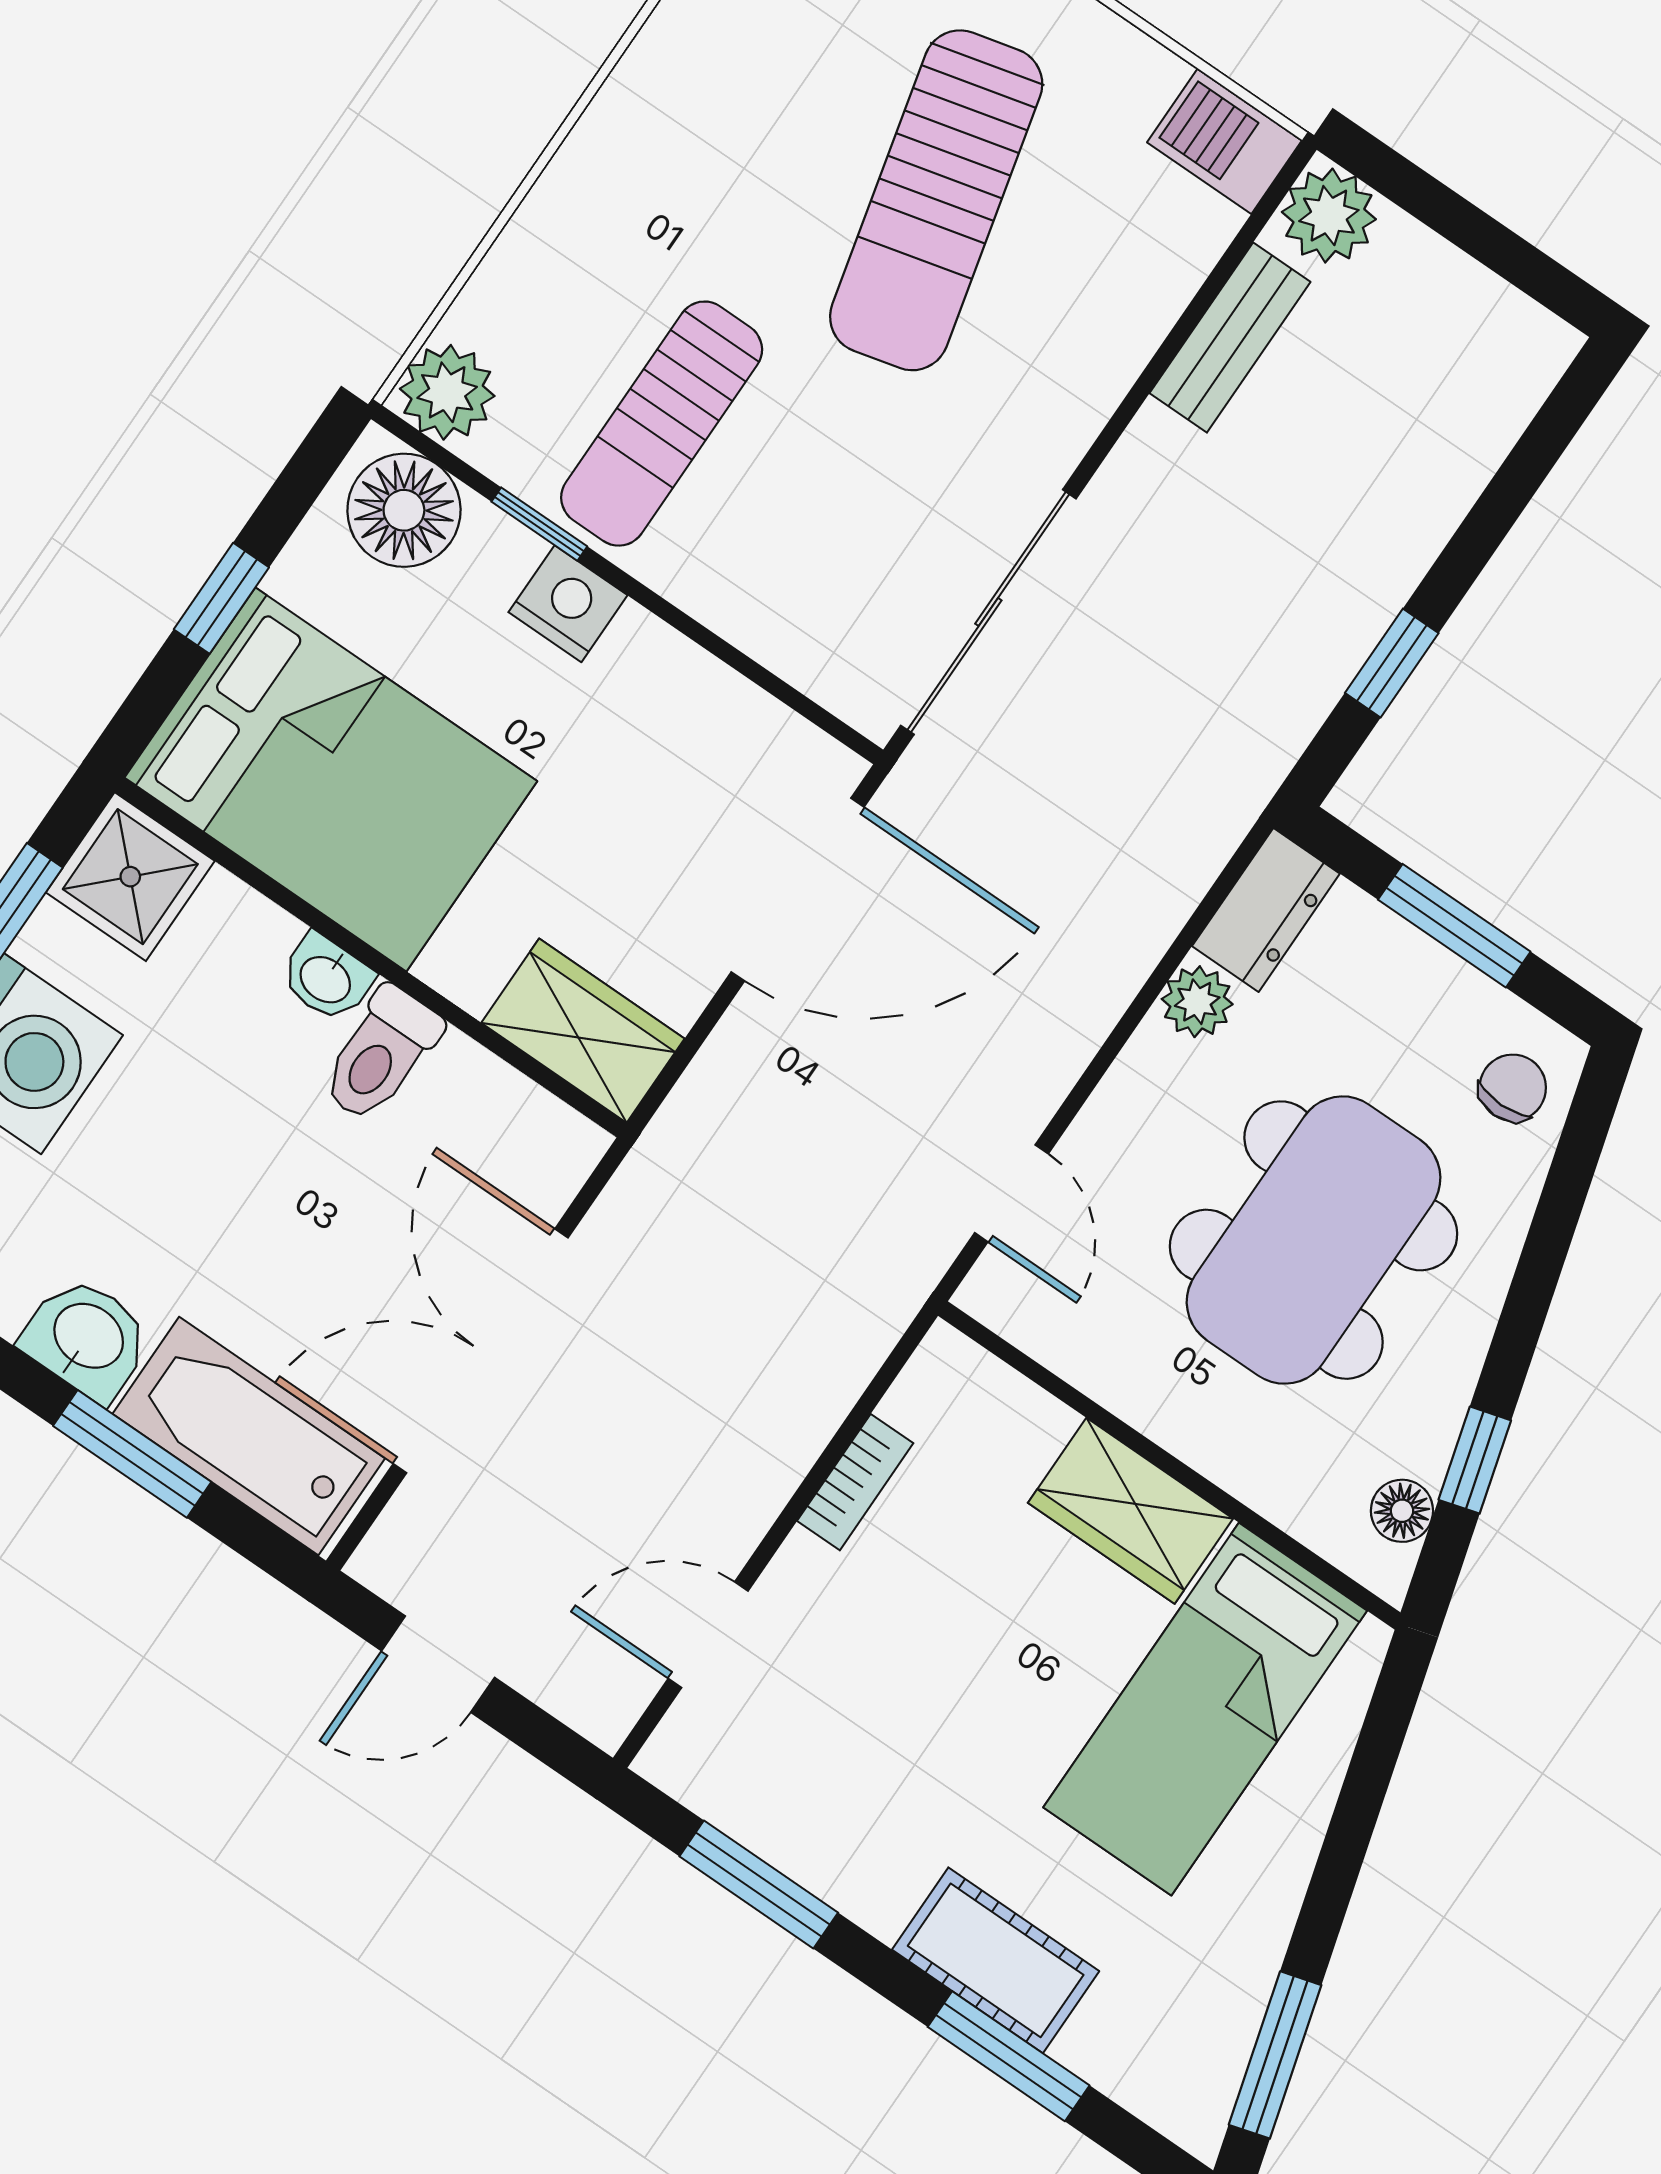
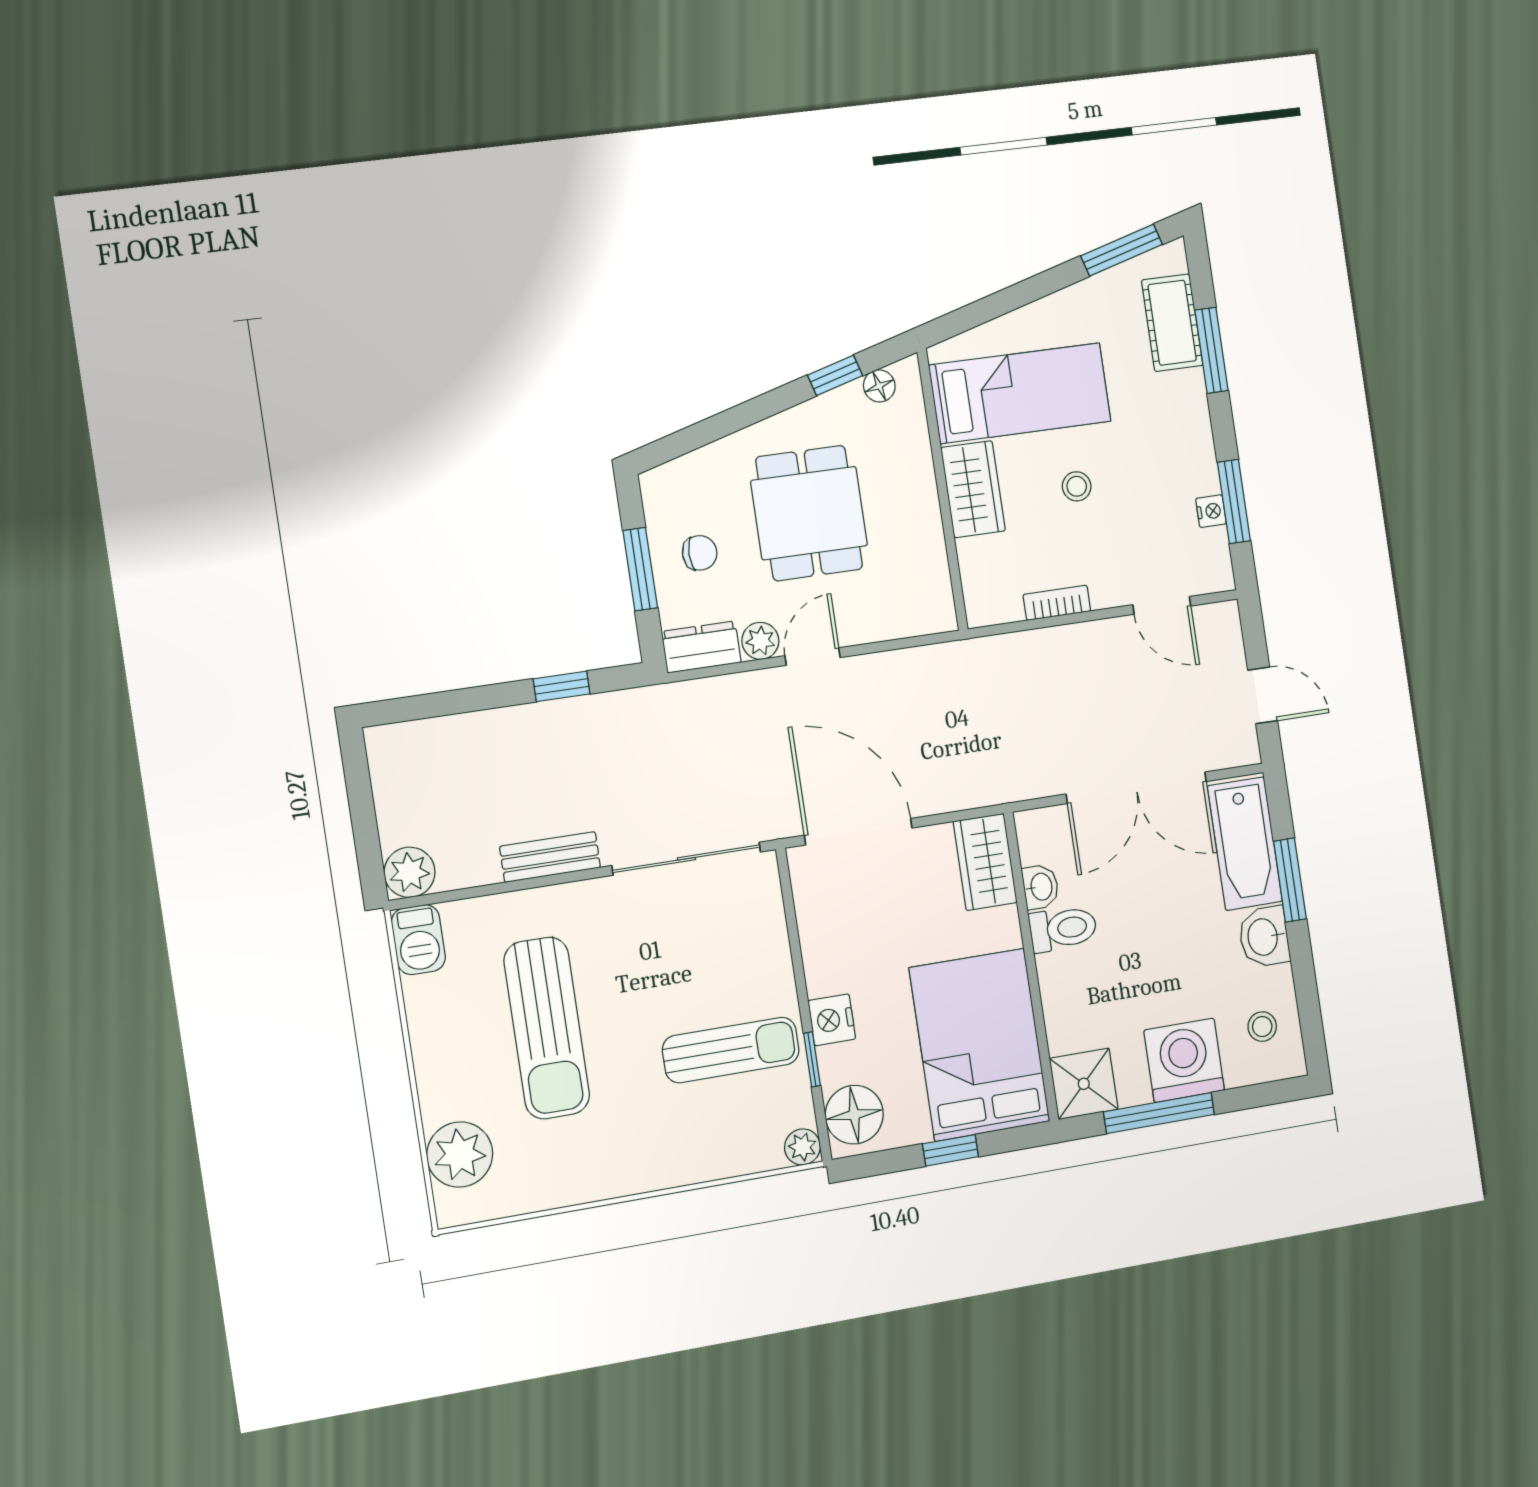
sun lounger: (936, 200) -> (547, 1028), turned 104
bench: (1230, 338) -> (550, 857), moved
plant: (447, 392) -> (802, 1147), width x0.73, depth x0.73
washbasin: (326, 978) -> (1041, 887), moved
chair: (1513, 1088) -> (700, 553), moved, turned 180
door: (1012, 1193) -> (813, 657), moved
dining table: (1314, 1240) -> (809, 513), width x0.73
stool: (995, 1668) -> (1077, 486), added
nightstand: (776, 1837) -> (1211, 511), added
cot: (996, 1960) -> (1172, 323), moved

